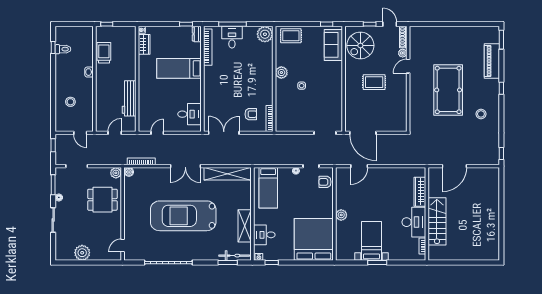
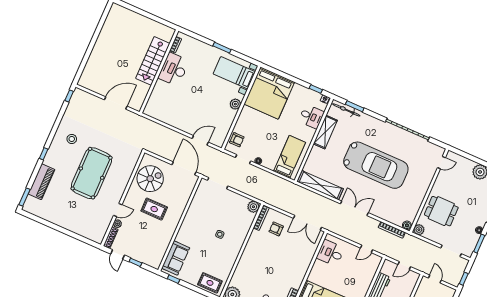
spiral stairs: (360, 45) -> (150, 179), moved
plant: (281, 73) -> (253, 207), moved
wardrobe: (420, 192) -> (156, 94), removed
bed with nightstands: (371, 241) -> (234, 73), moved, turned 90

